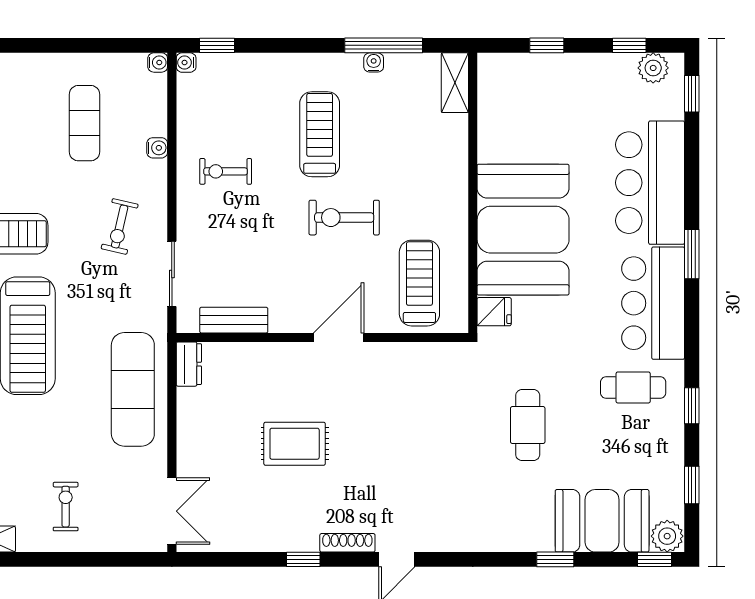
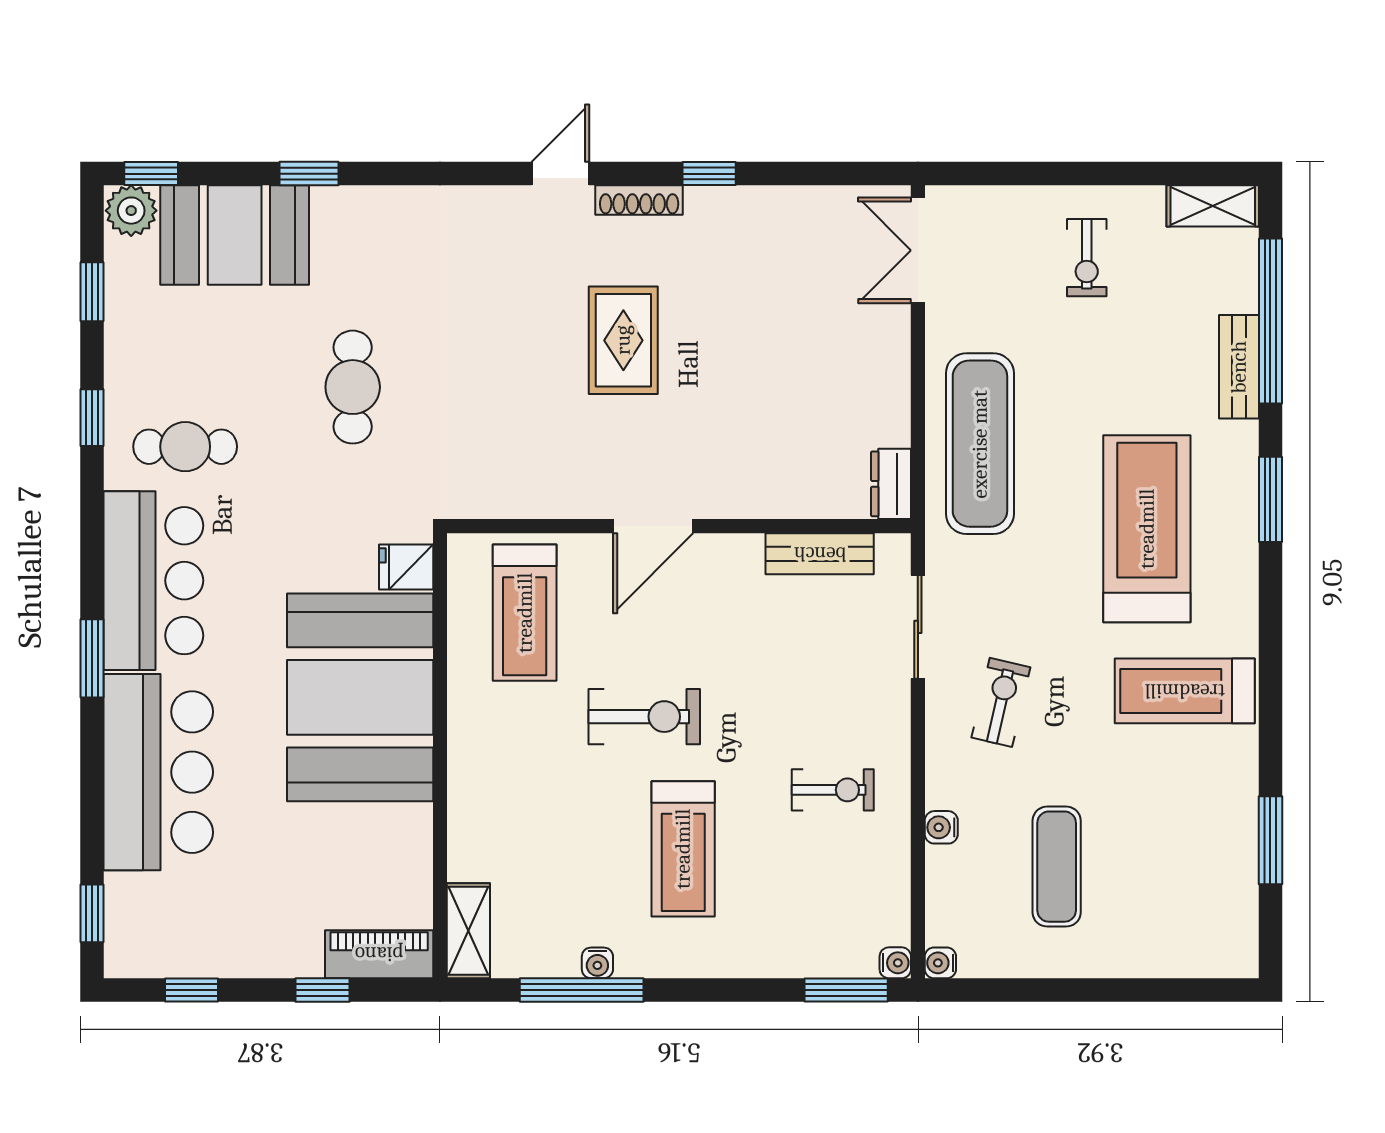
window: (217, 45) -> (846, 990), width x1.50
piano: (511, 68) -> (379, 954), added
plant: (653, 68) -> (153, 954), removed
rug: (295, 444) -> (623, 340), moved, turned 90

